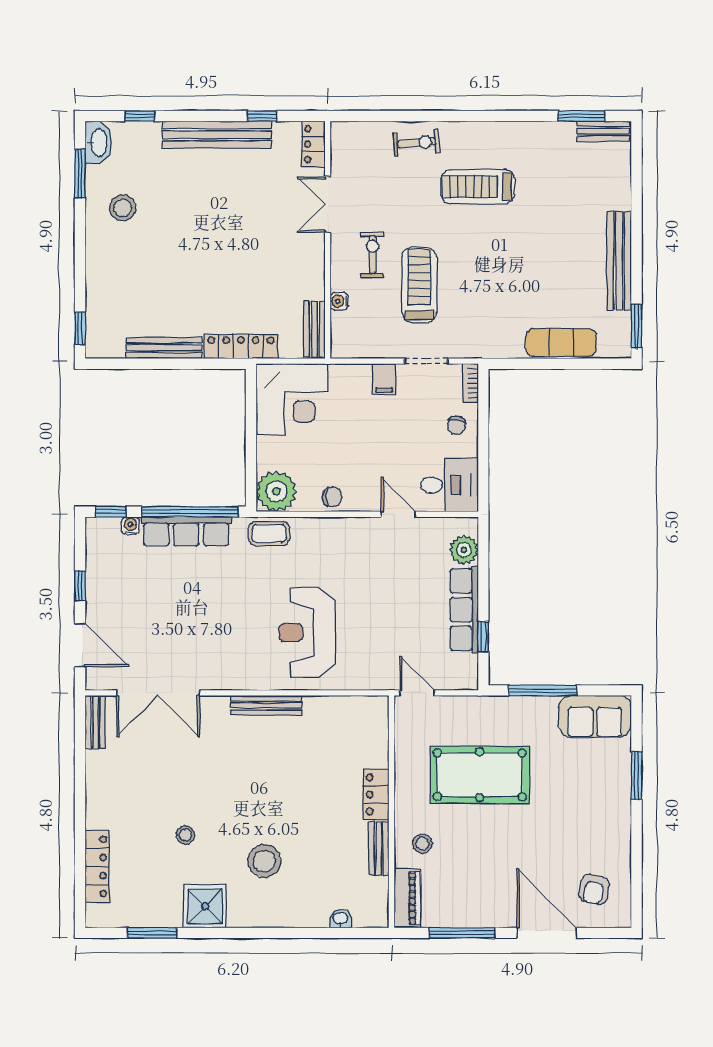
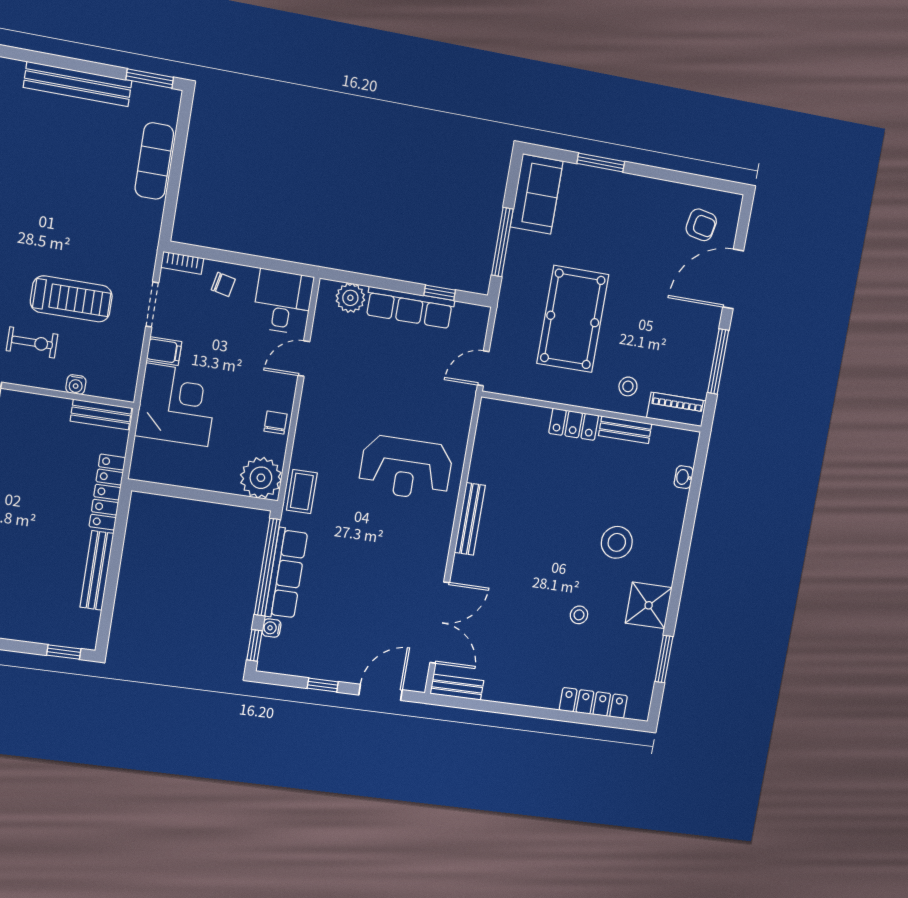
exercise bike: (372, 255) -> (32, 342), turned 180
treadmill: (419, 285) -> (71, 299), turned 180
corner desk: (292, 399) -> (177, 405), moved

